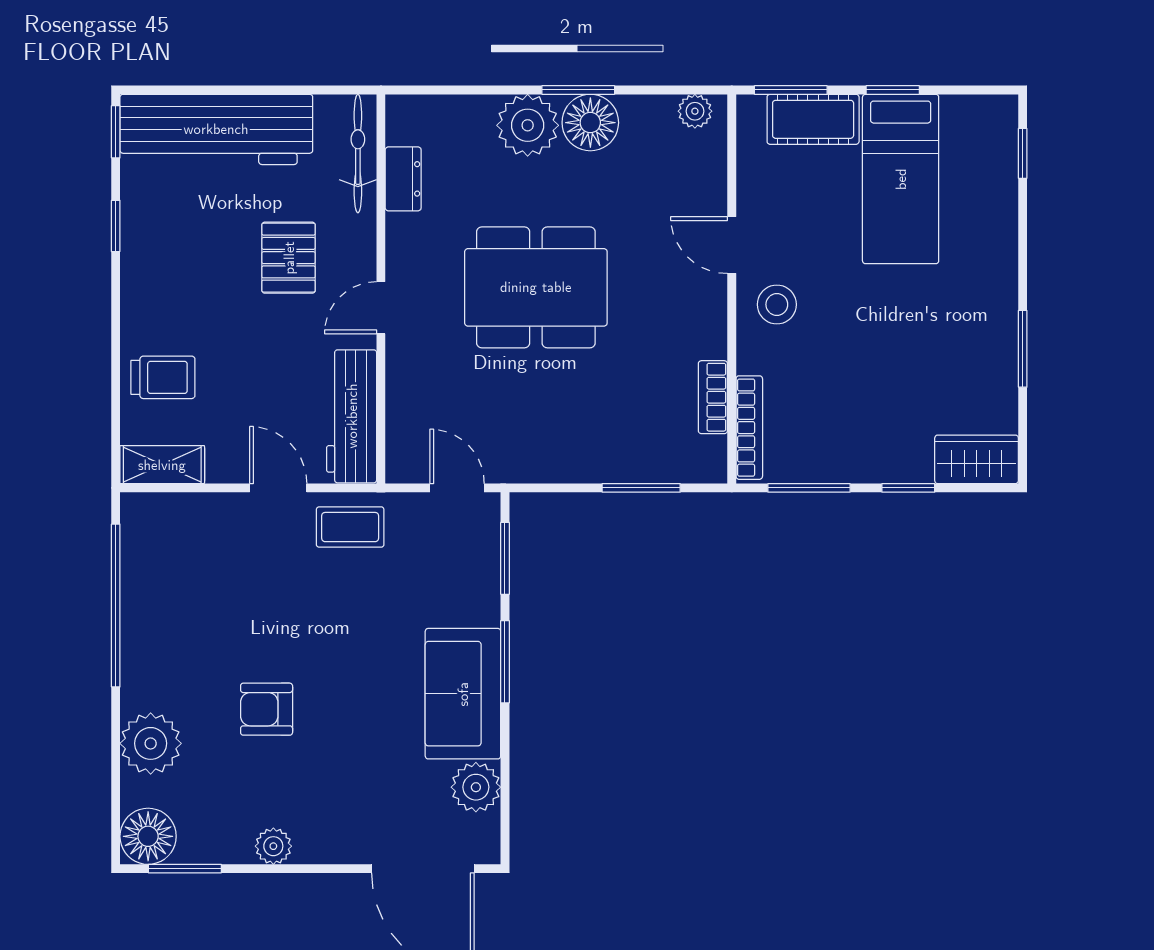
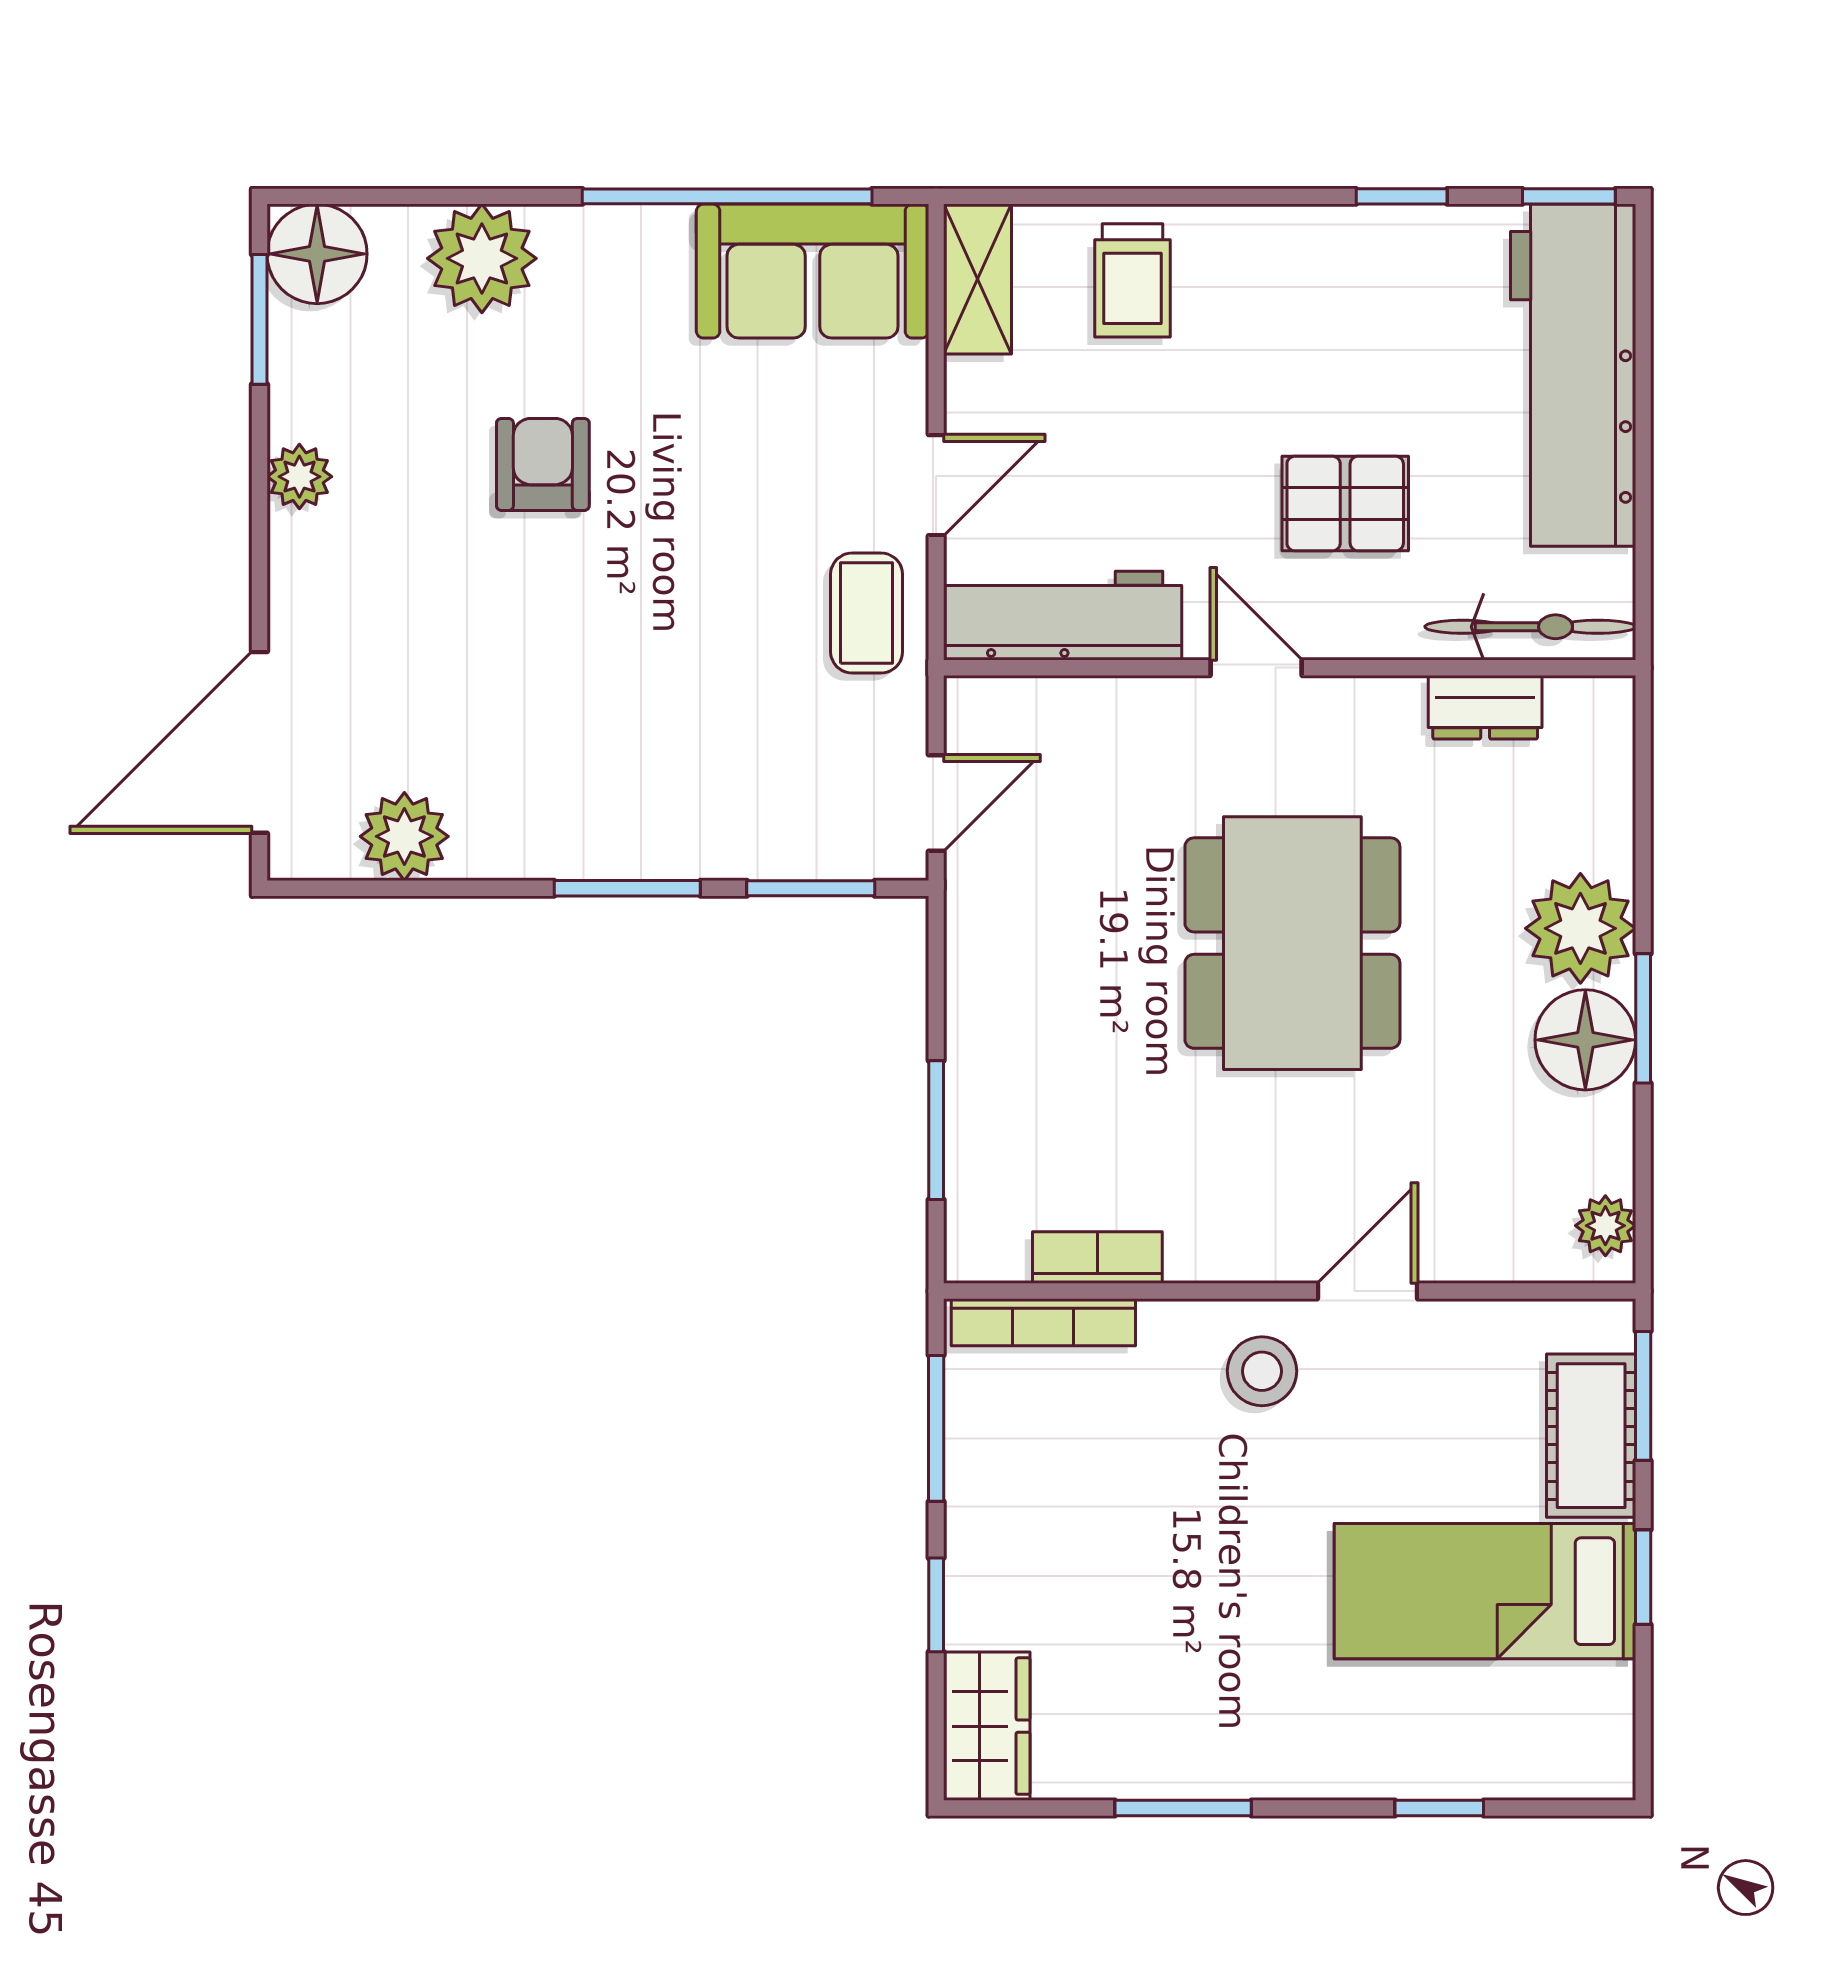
window: (1023, 153) -> (1439, 1808), moved
sofa: (463, 694) -> (812, 271), moved, turned 180

